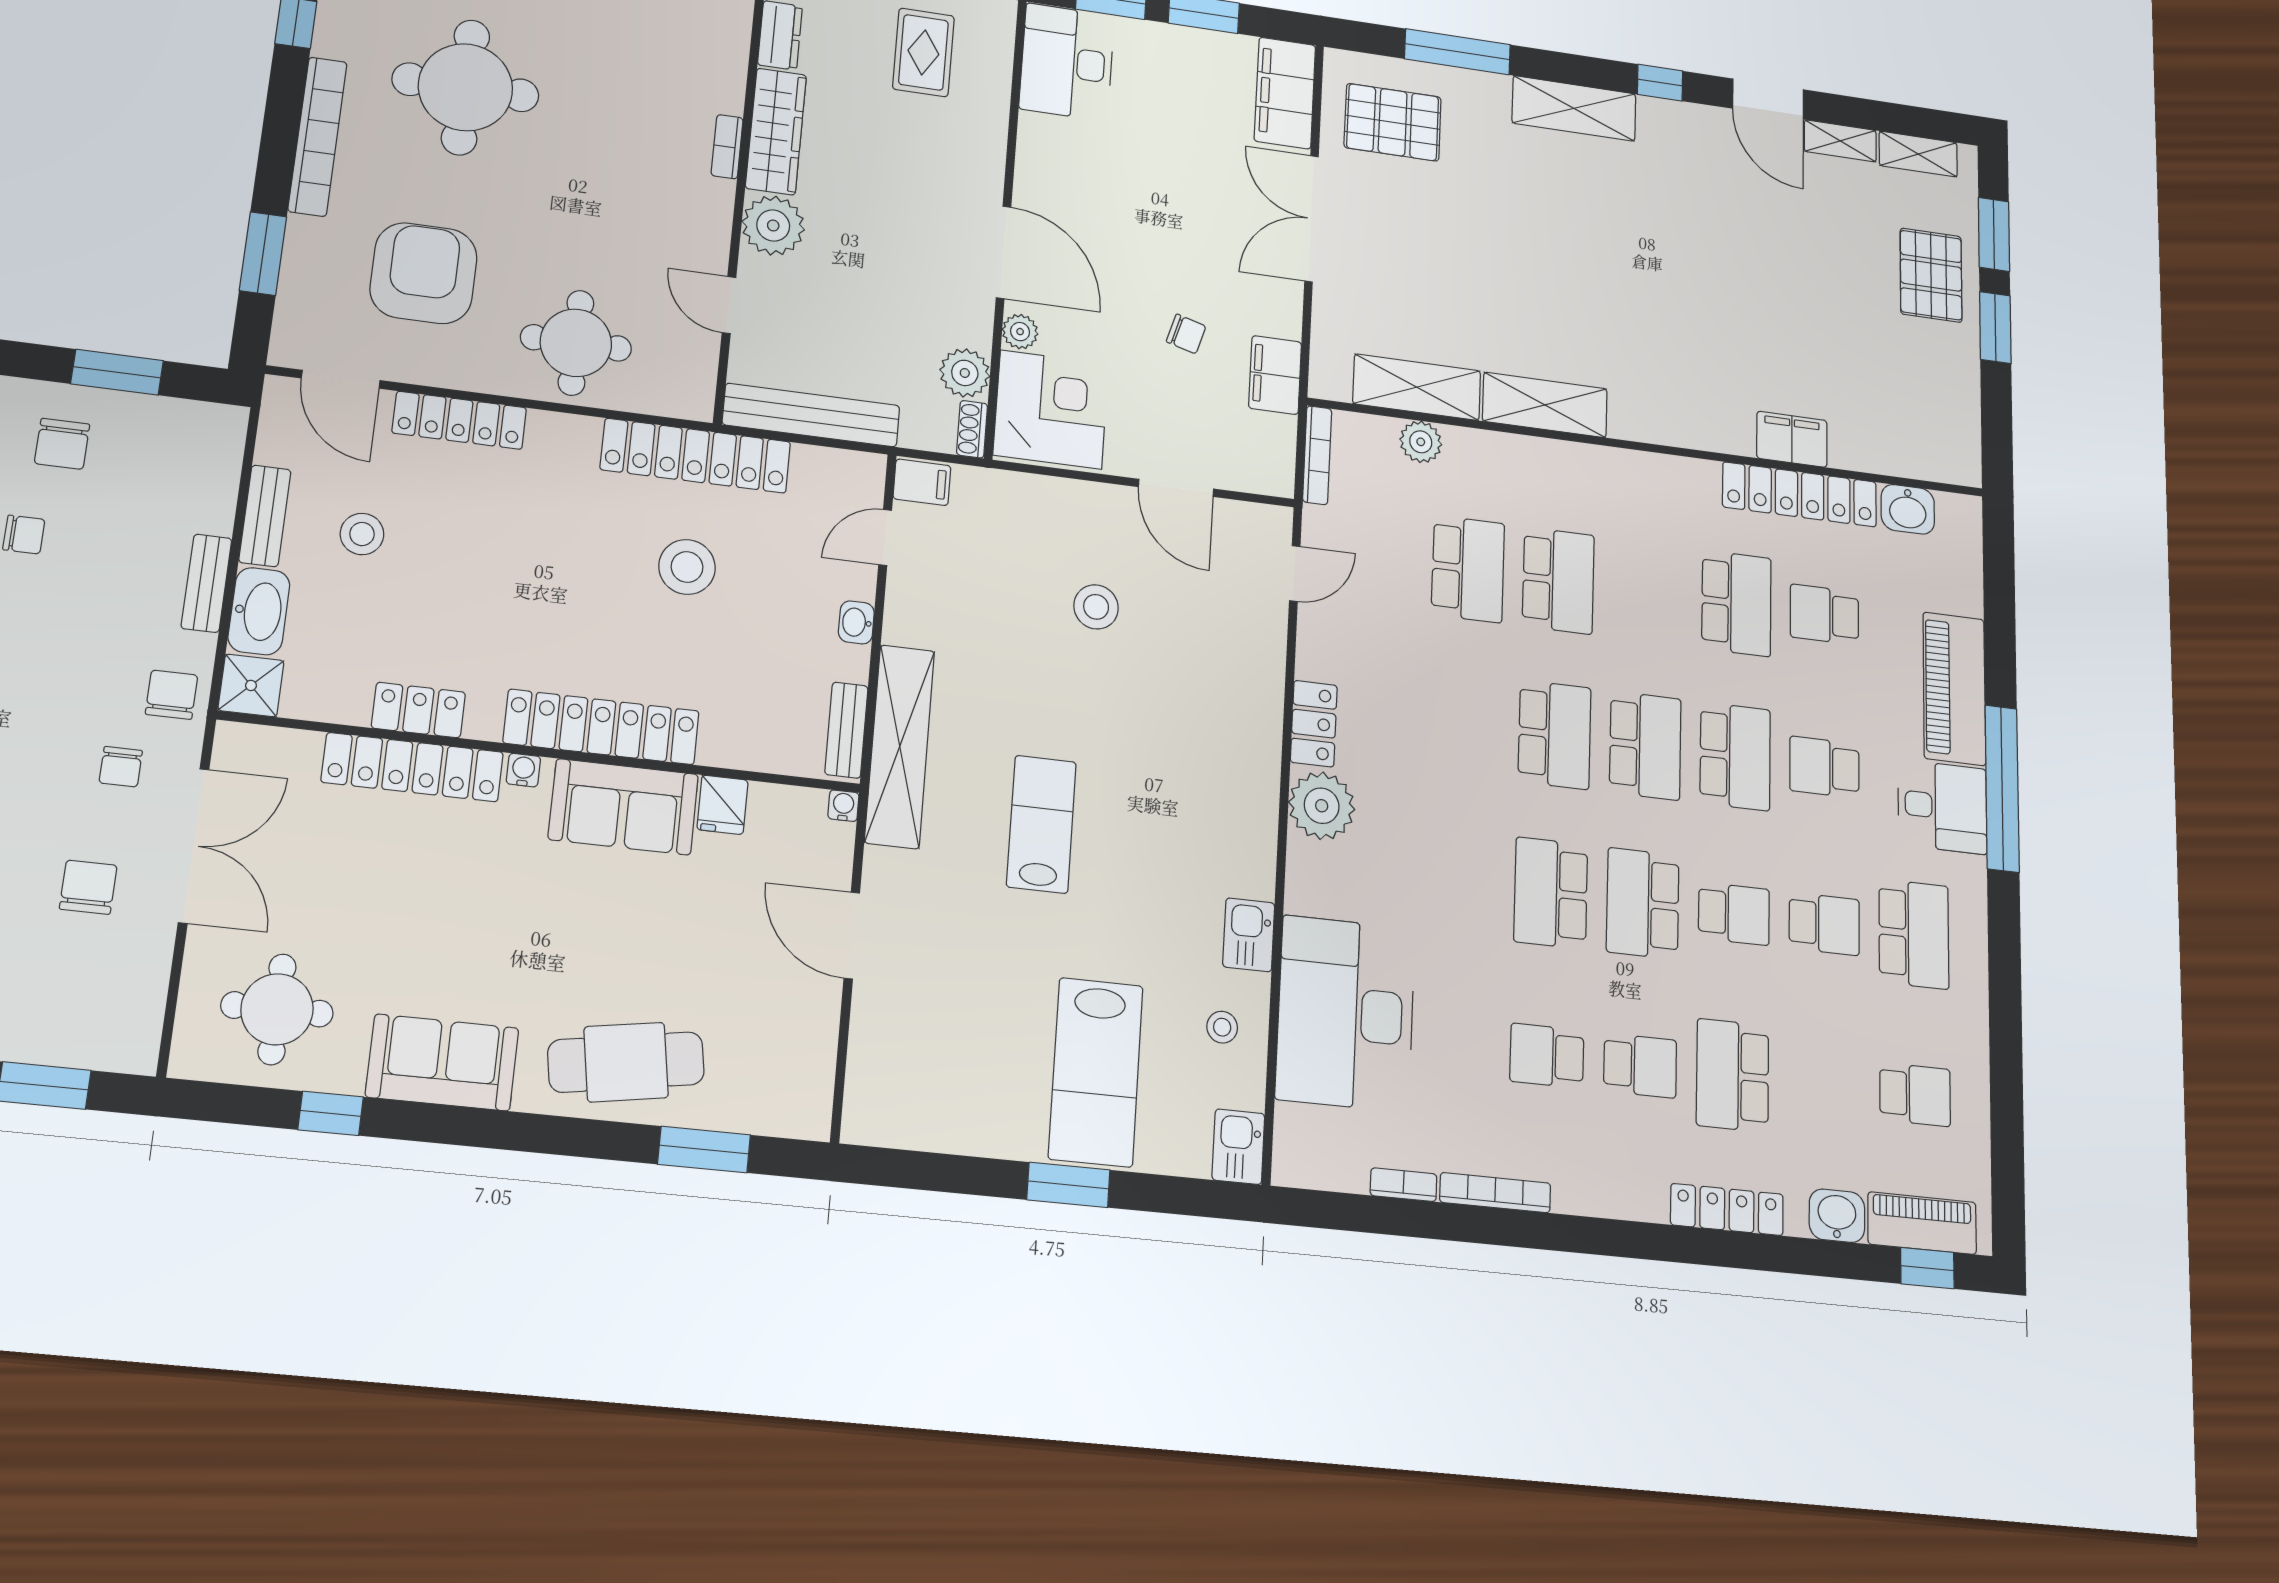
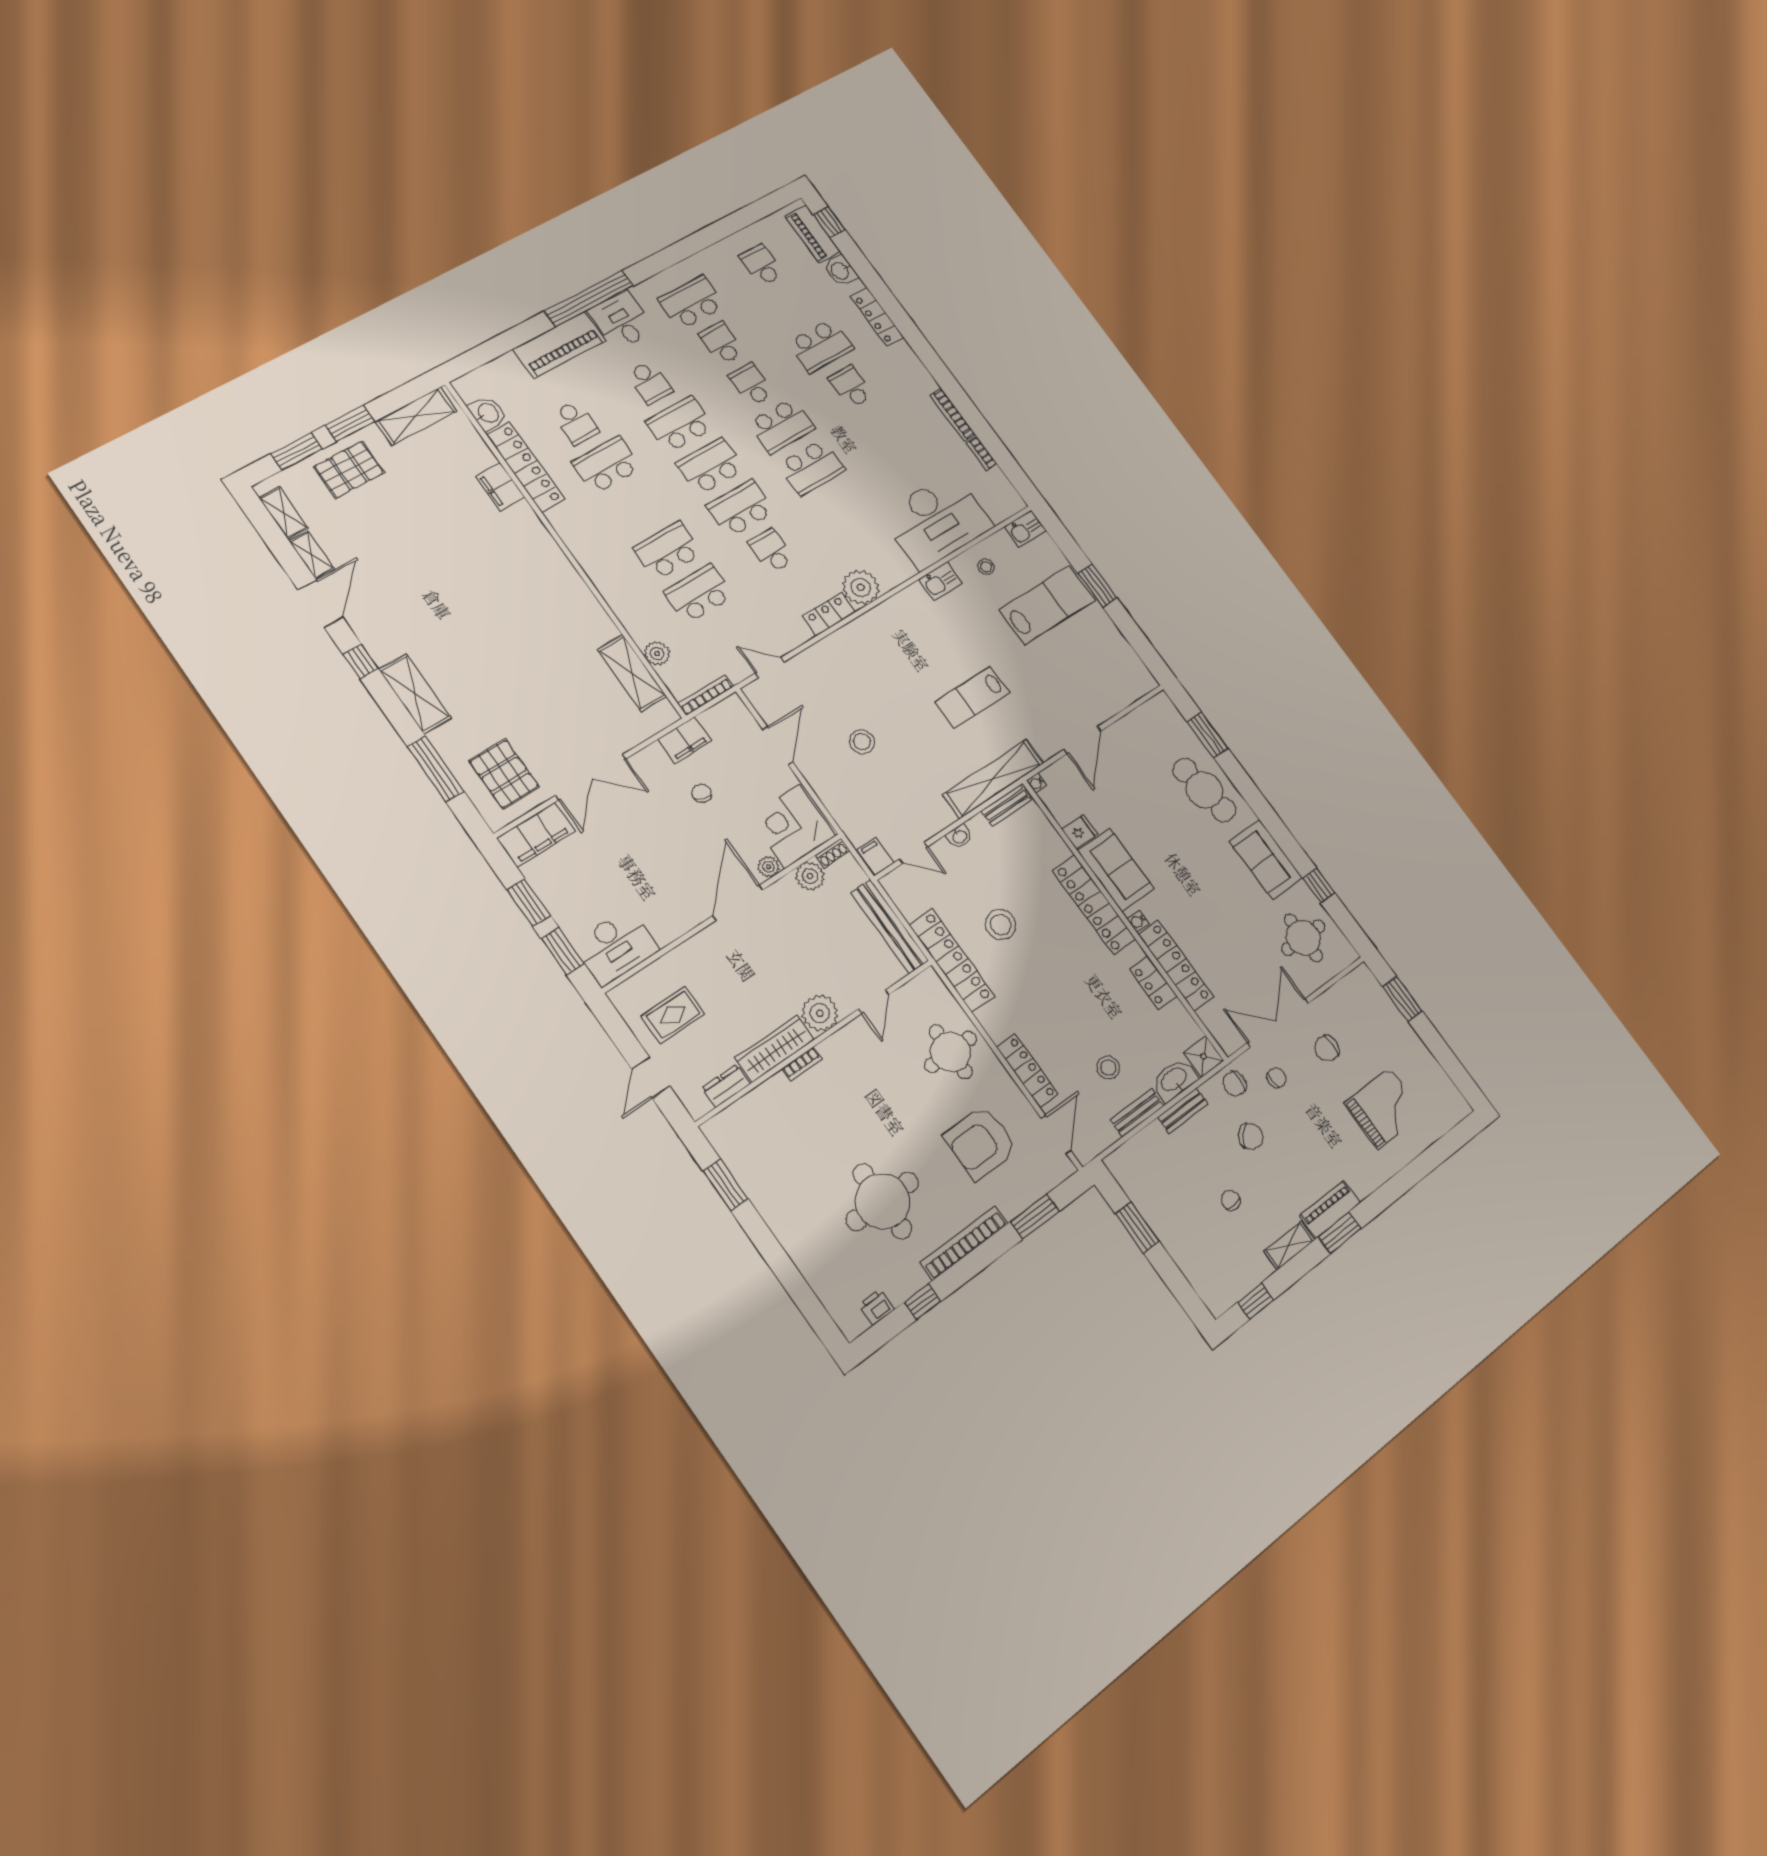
shelving: (1545, 405) -> (416, 416), moved, turned 90
chair: (62, 444) -> (1251, 1136), moved, turned 43
school desk: (1547, 1056) -> (771, 551), moved, turned 180

